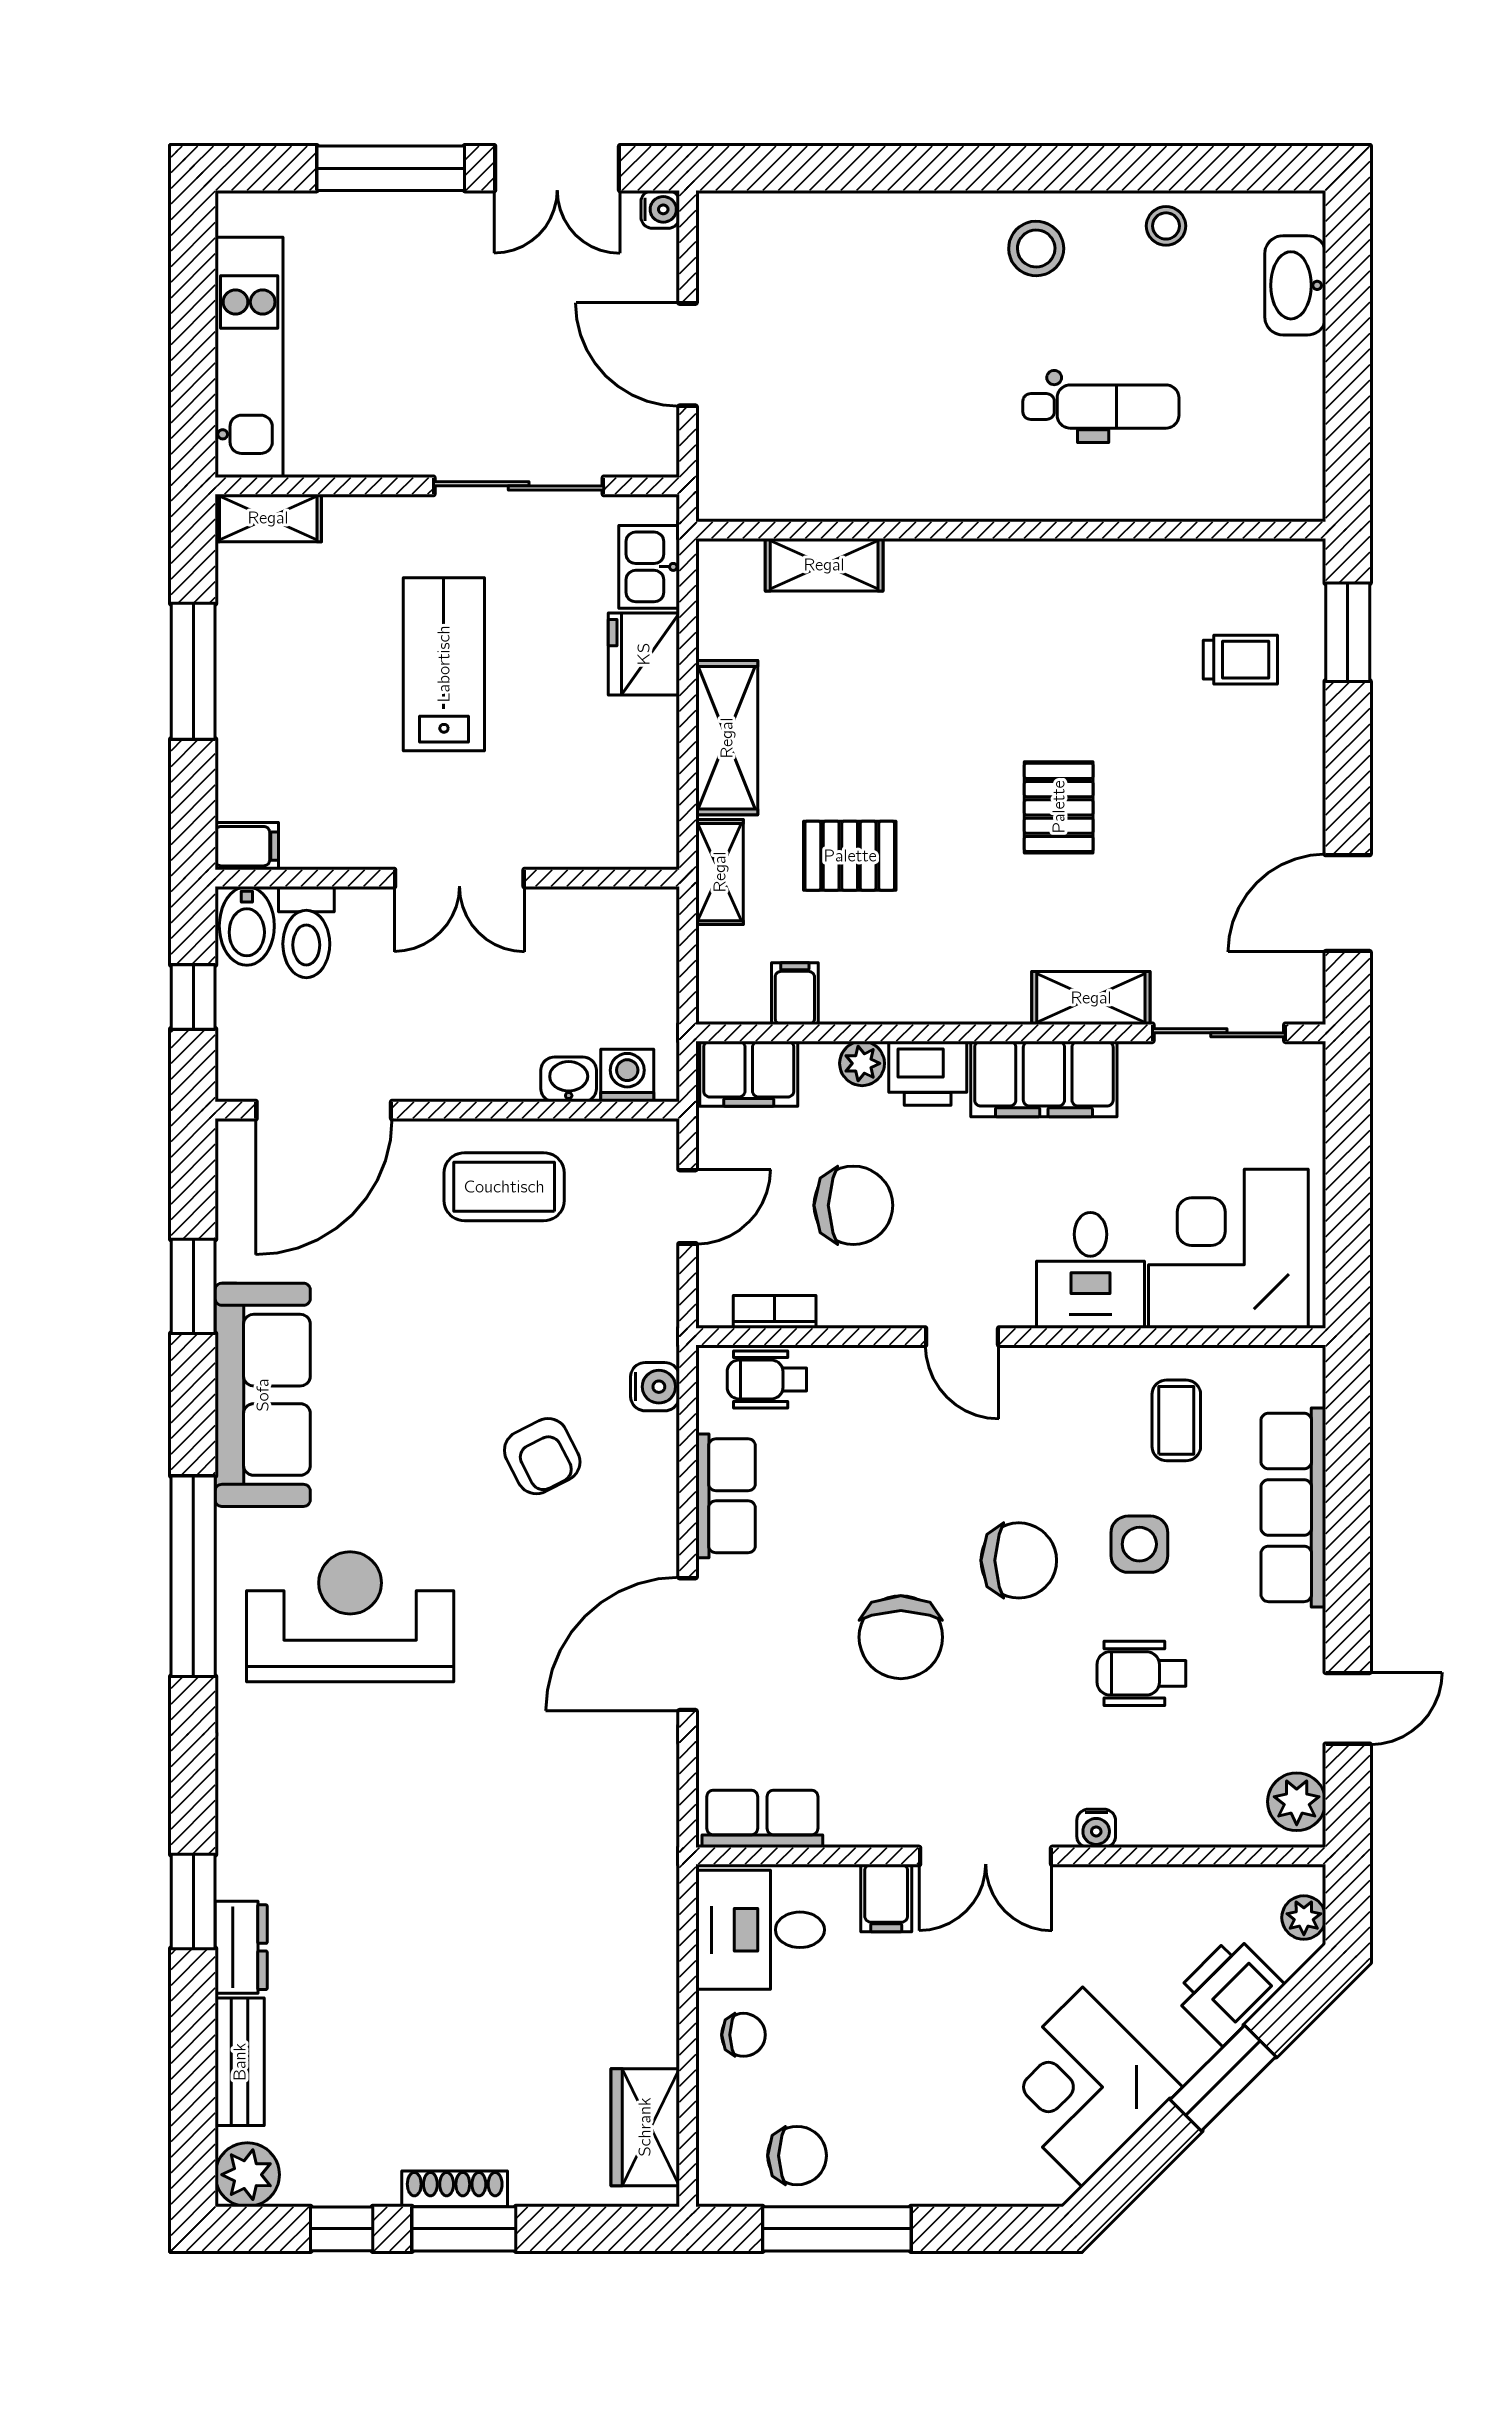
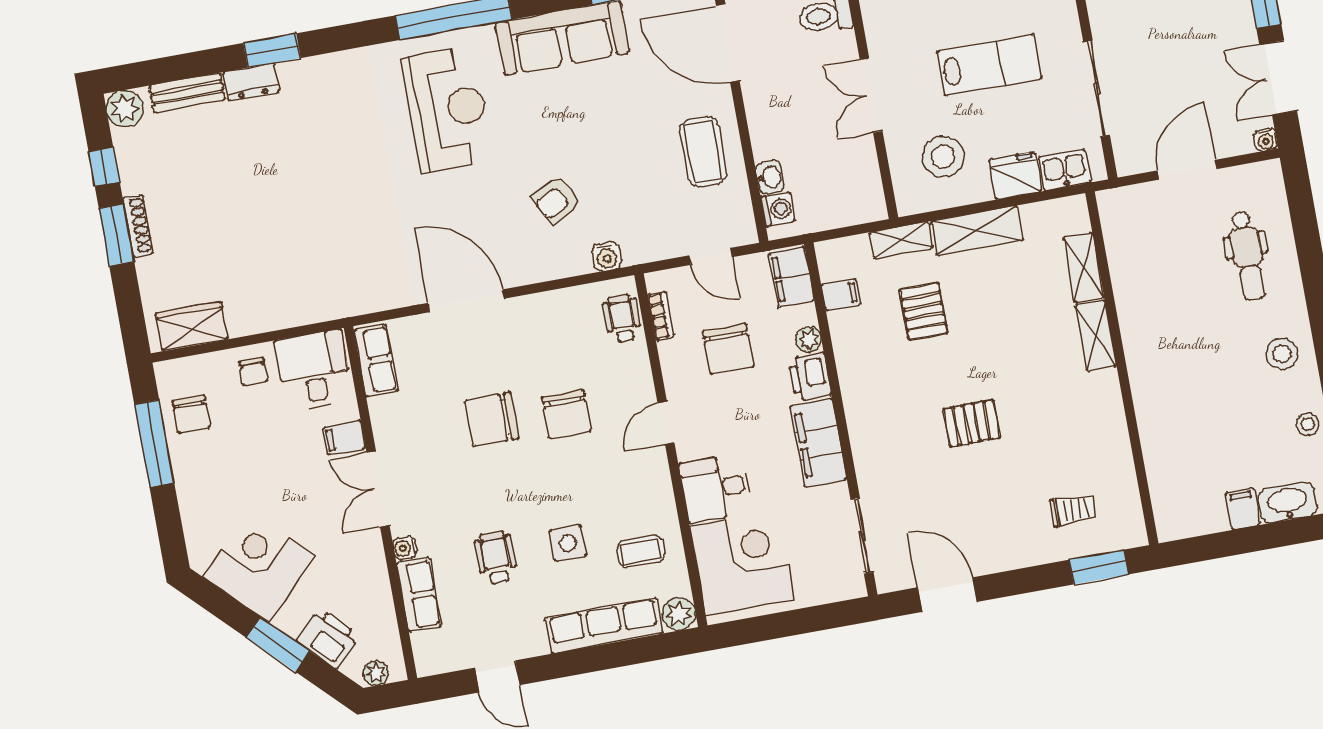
filing cabinet: (1292, 365) -> (1243, 509), added
dental chair: (1101, 407) -> (1247, 256), moved
trolley: (1240, 660) -> (1073, 510), turned -90
stool: (588, 773) -> (943, 157), added
shelving: (1091, 998) -> (1096, 336), moved
row of seats: (725, 1496) -> (419, 595), moved, turned -90
chair: (1019, 1560) -> (566, 414), moved
plant: (1297, 1802) -> (679, 614), moved

